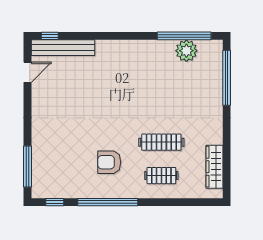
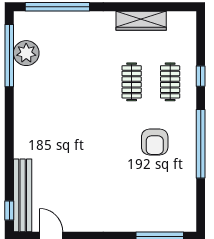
clothes rail: (161, 142) -> (132, 82), width x0.73
wardrobe: (215, 167) -> (141, 21), moved
window: (55, 202) -> (201, 76), moved

